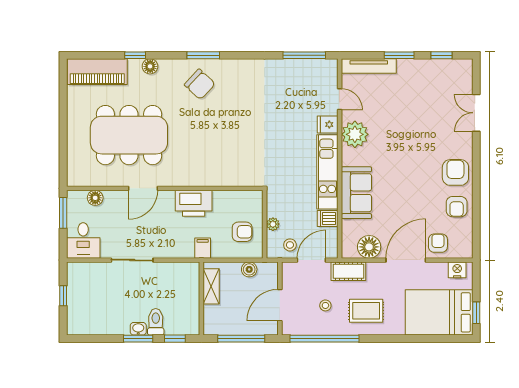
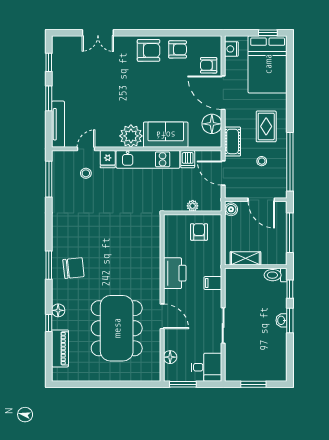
piano: (97, 72) -> (60, 348), width x0.73, depth x0.75
chair: (200, 84) -> (73, 268), turned 41
plant: (355, 134) -> (131, 136), moved
armchair: (455, 172) -> (149, 50), turned 180
stool: (290, 245) -> (86, 173), moved
filing cabinet: (203, 248) -> (213, 283), moved
boiler: (249, 269) -> (231, 209), moved
window: (63, 296) -> (253, 384), width x1.50
toilet: (156, 322) -> (276, 275), moved

